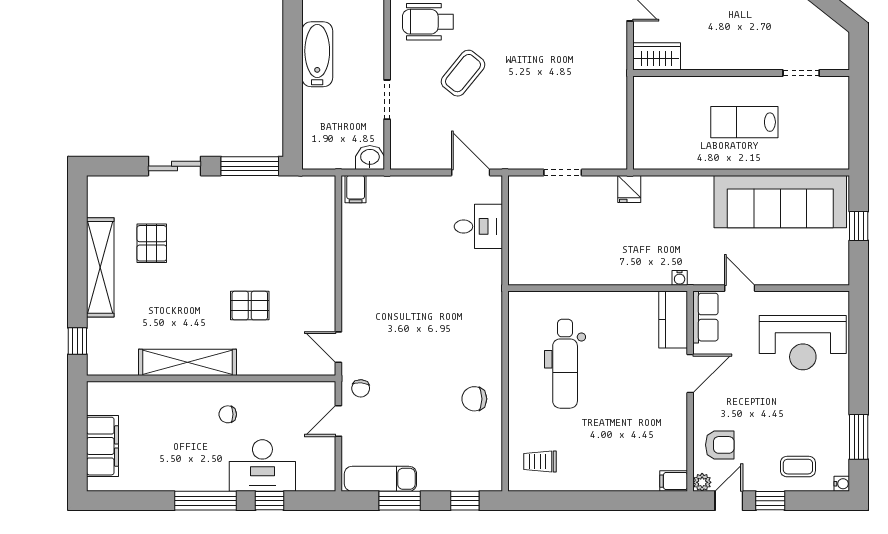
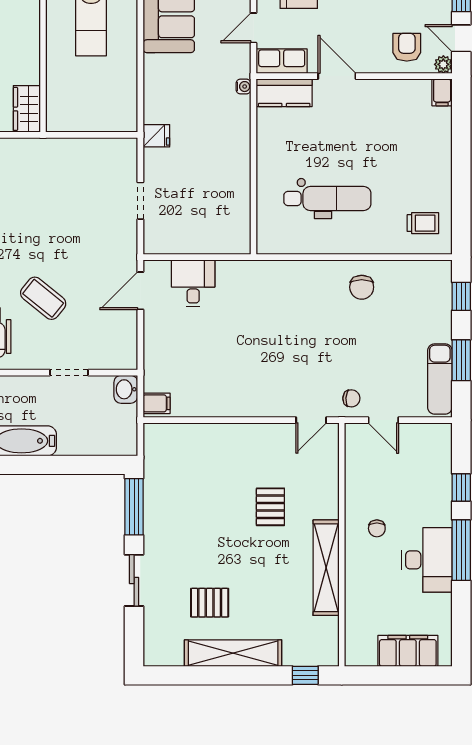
trolley: (540, 461) -> (423, 223), turned -90
desk: (262, 465) -> (427, 560), moved

